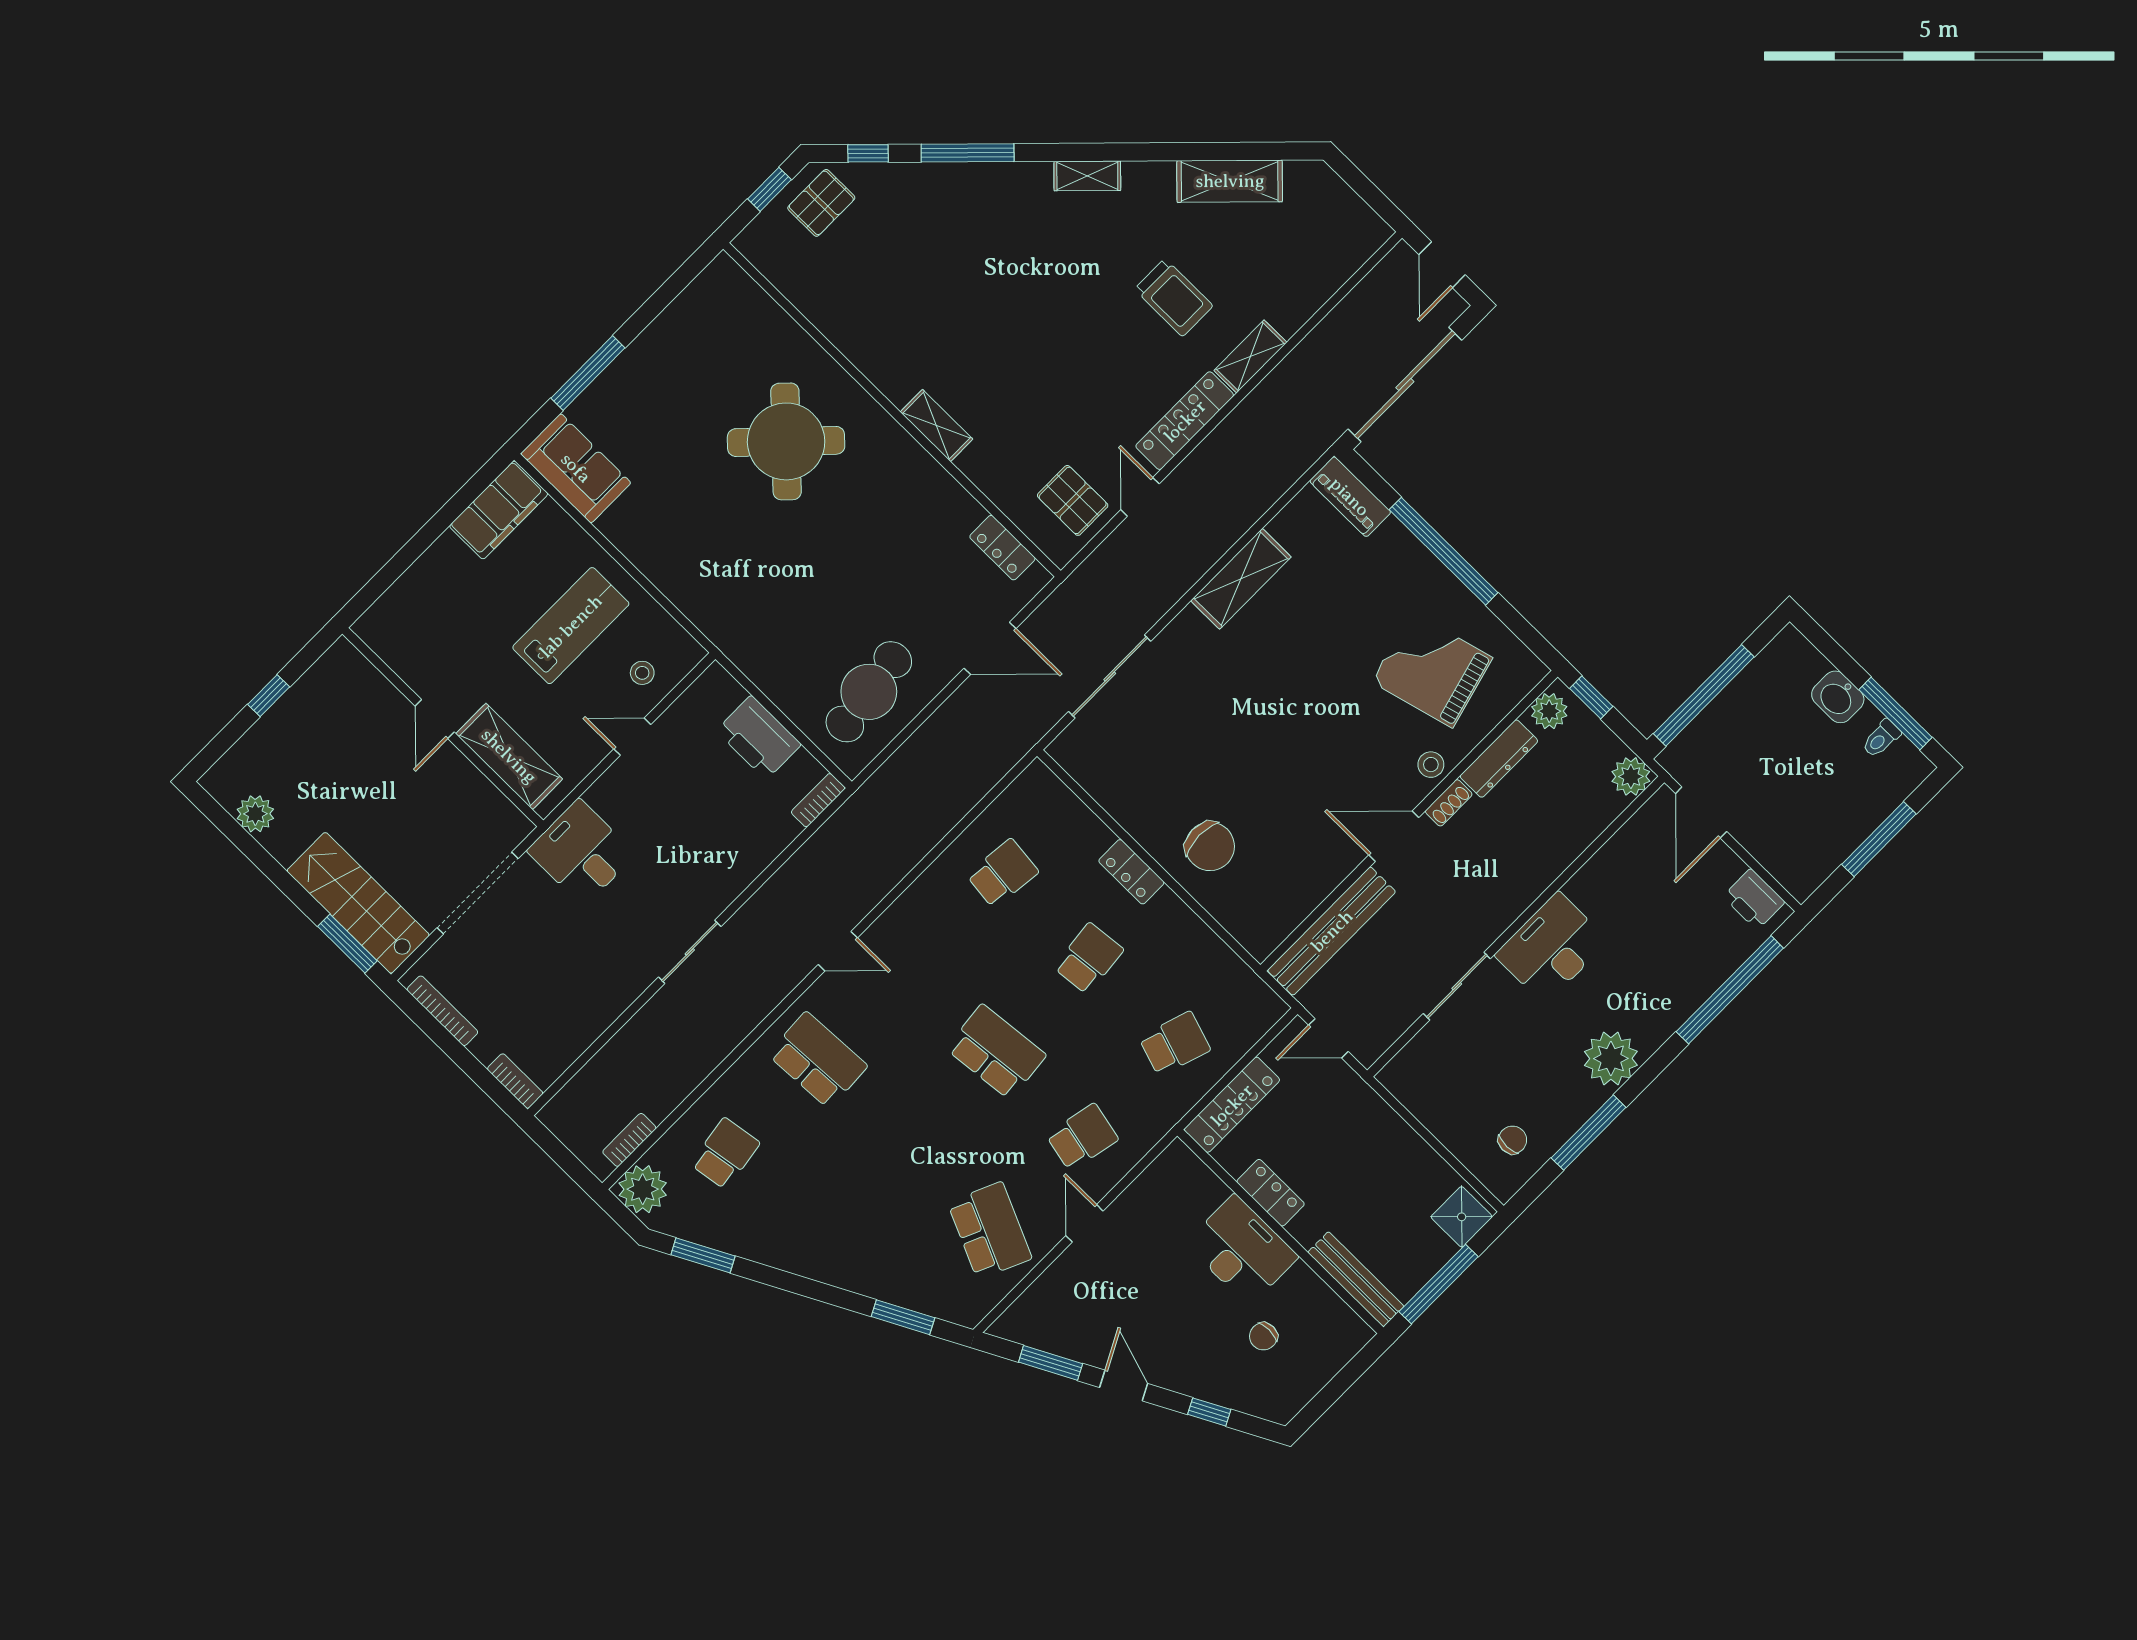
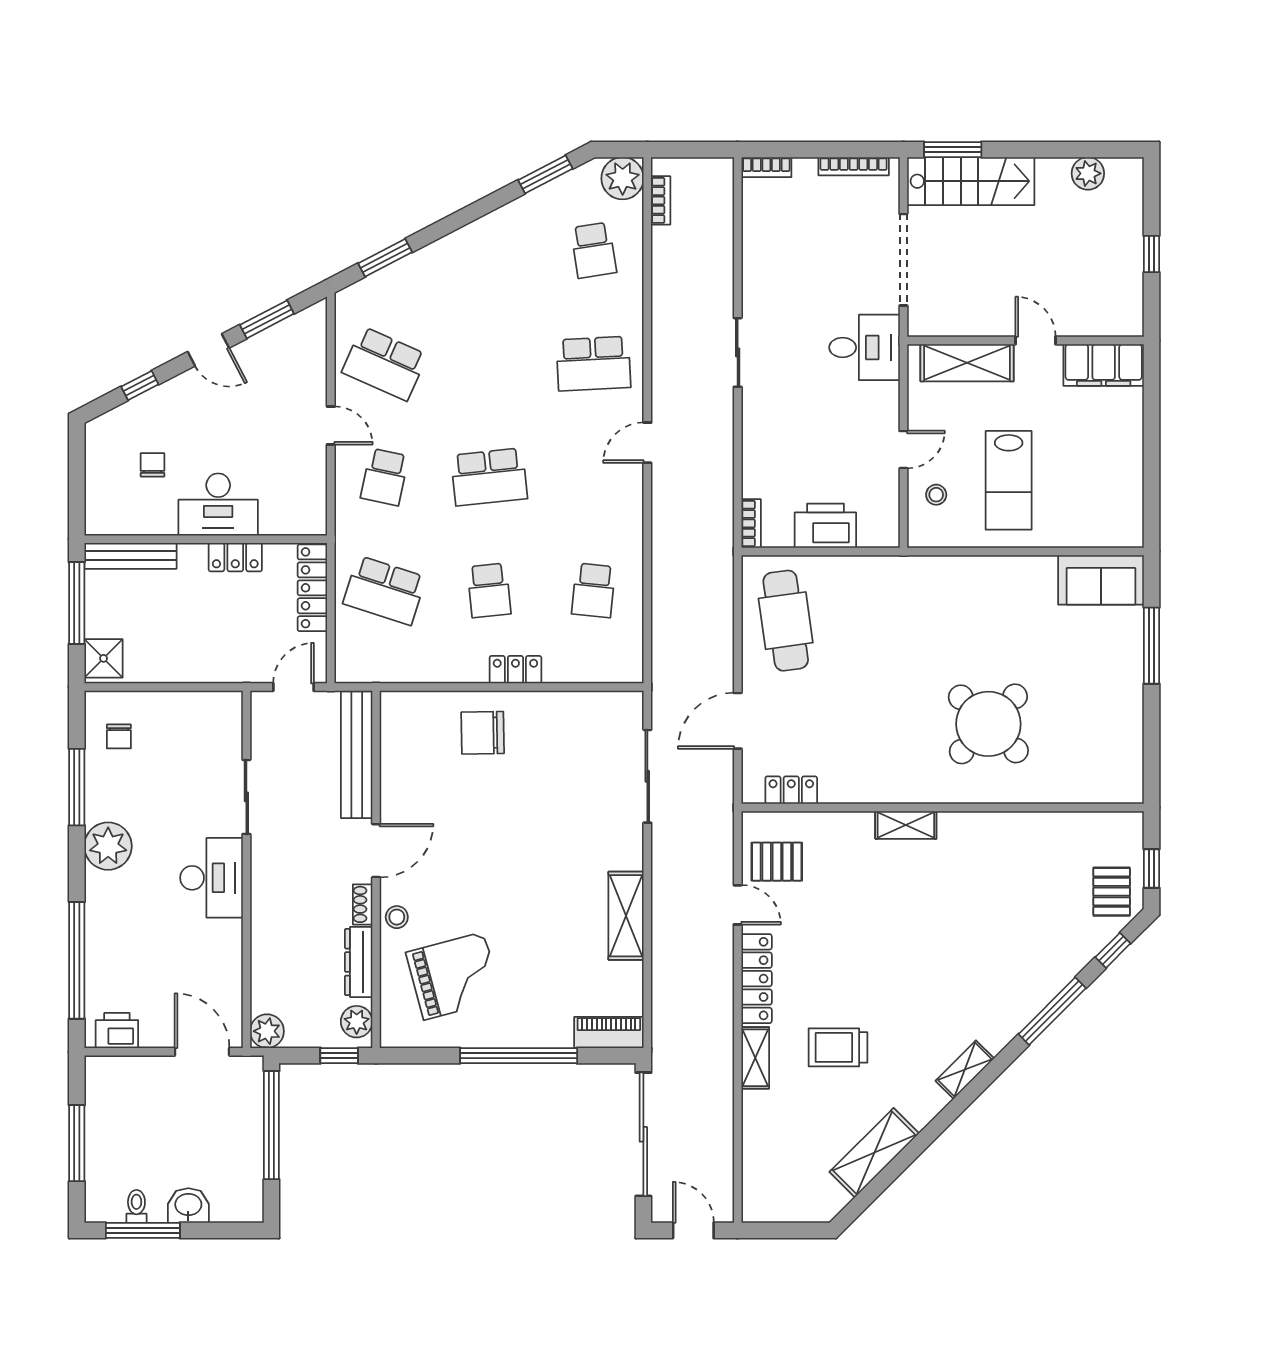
filing cabinet: (499, 510) -> (1104, 365), moved, turned -90
school desk: (1175, 1044) -> (385, 590), width x1.85

